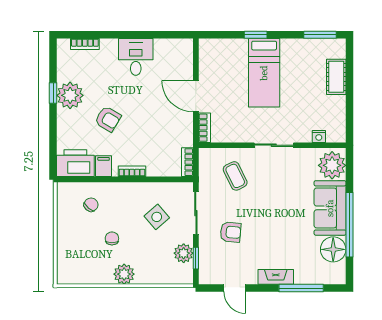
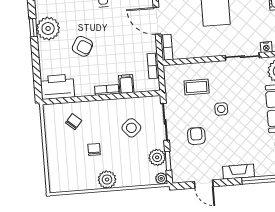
sliding door: (274, 145) -> (242, 57), moved
bookcase: (187, 162) -> (153, 66), moved
filing cabinet: (104, 166) -> (126, 84), moved
coffee table: (235, 176) -> (197, 87), turned -64
side table: (261, 203) -> (221, 109), added
armchair: (231, 232) -> (196, 136), turned -95
plant: (186, 278) -> (161, 178), added

